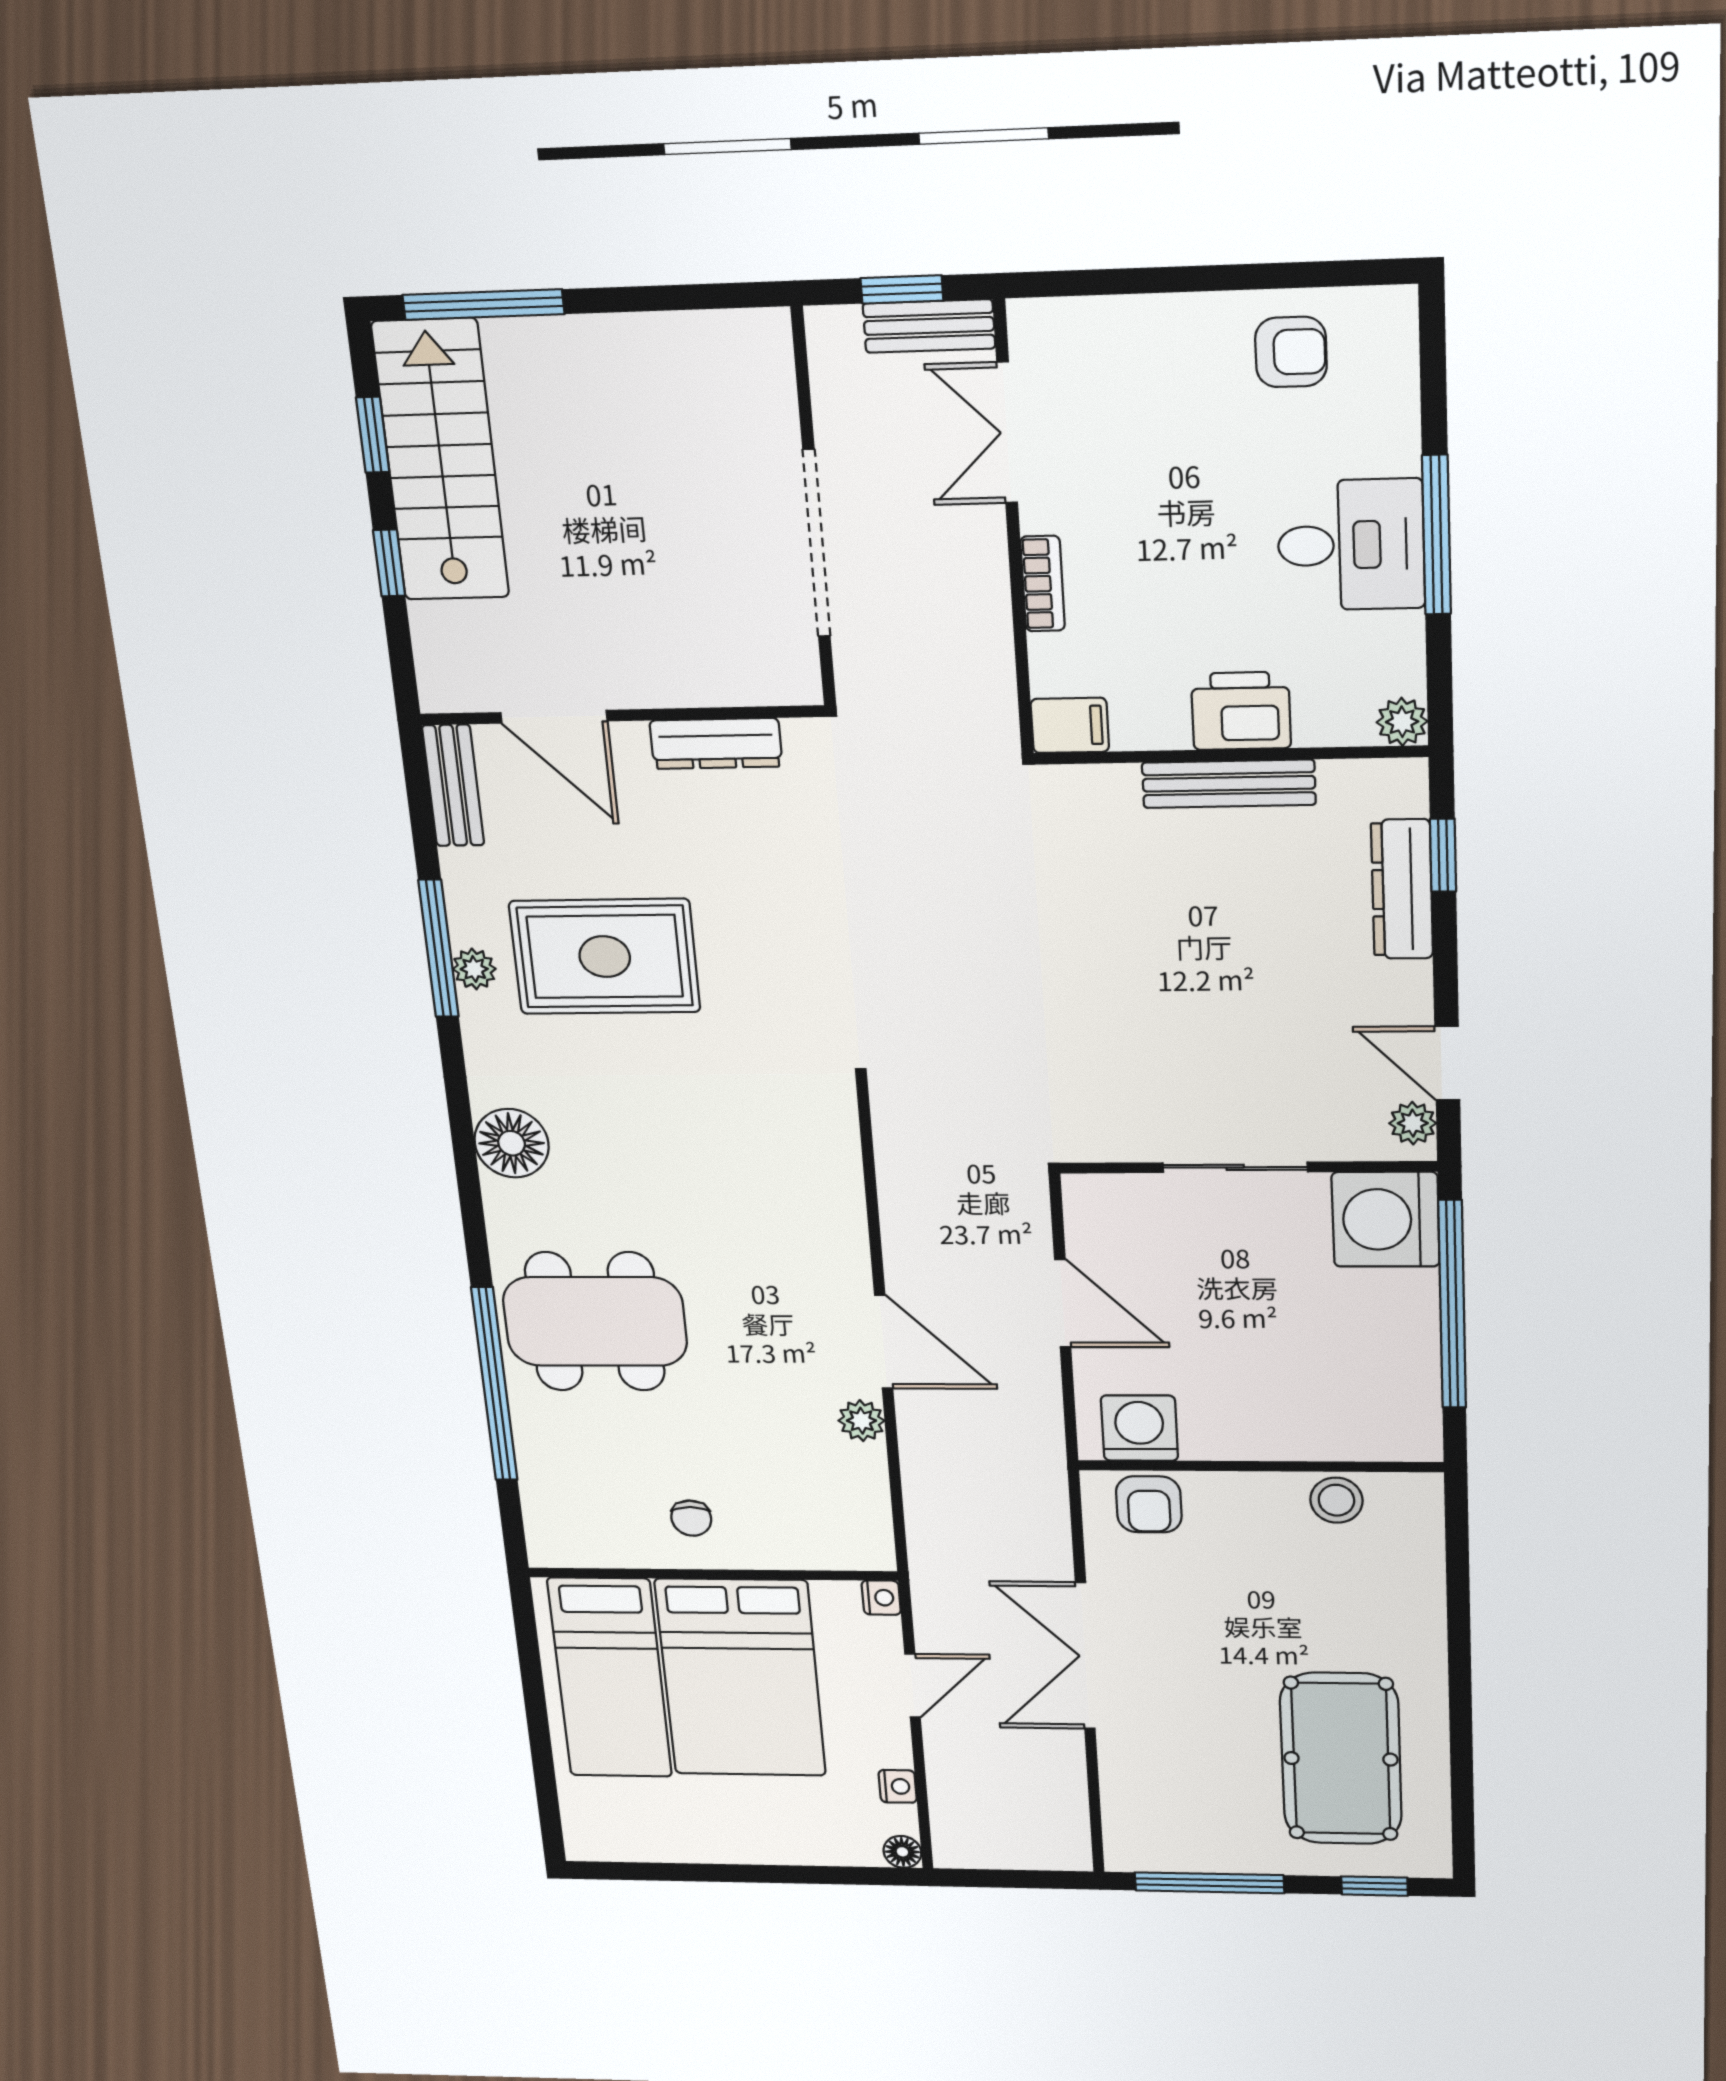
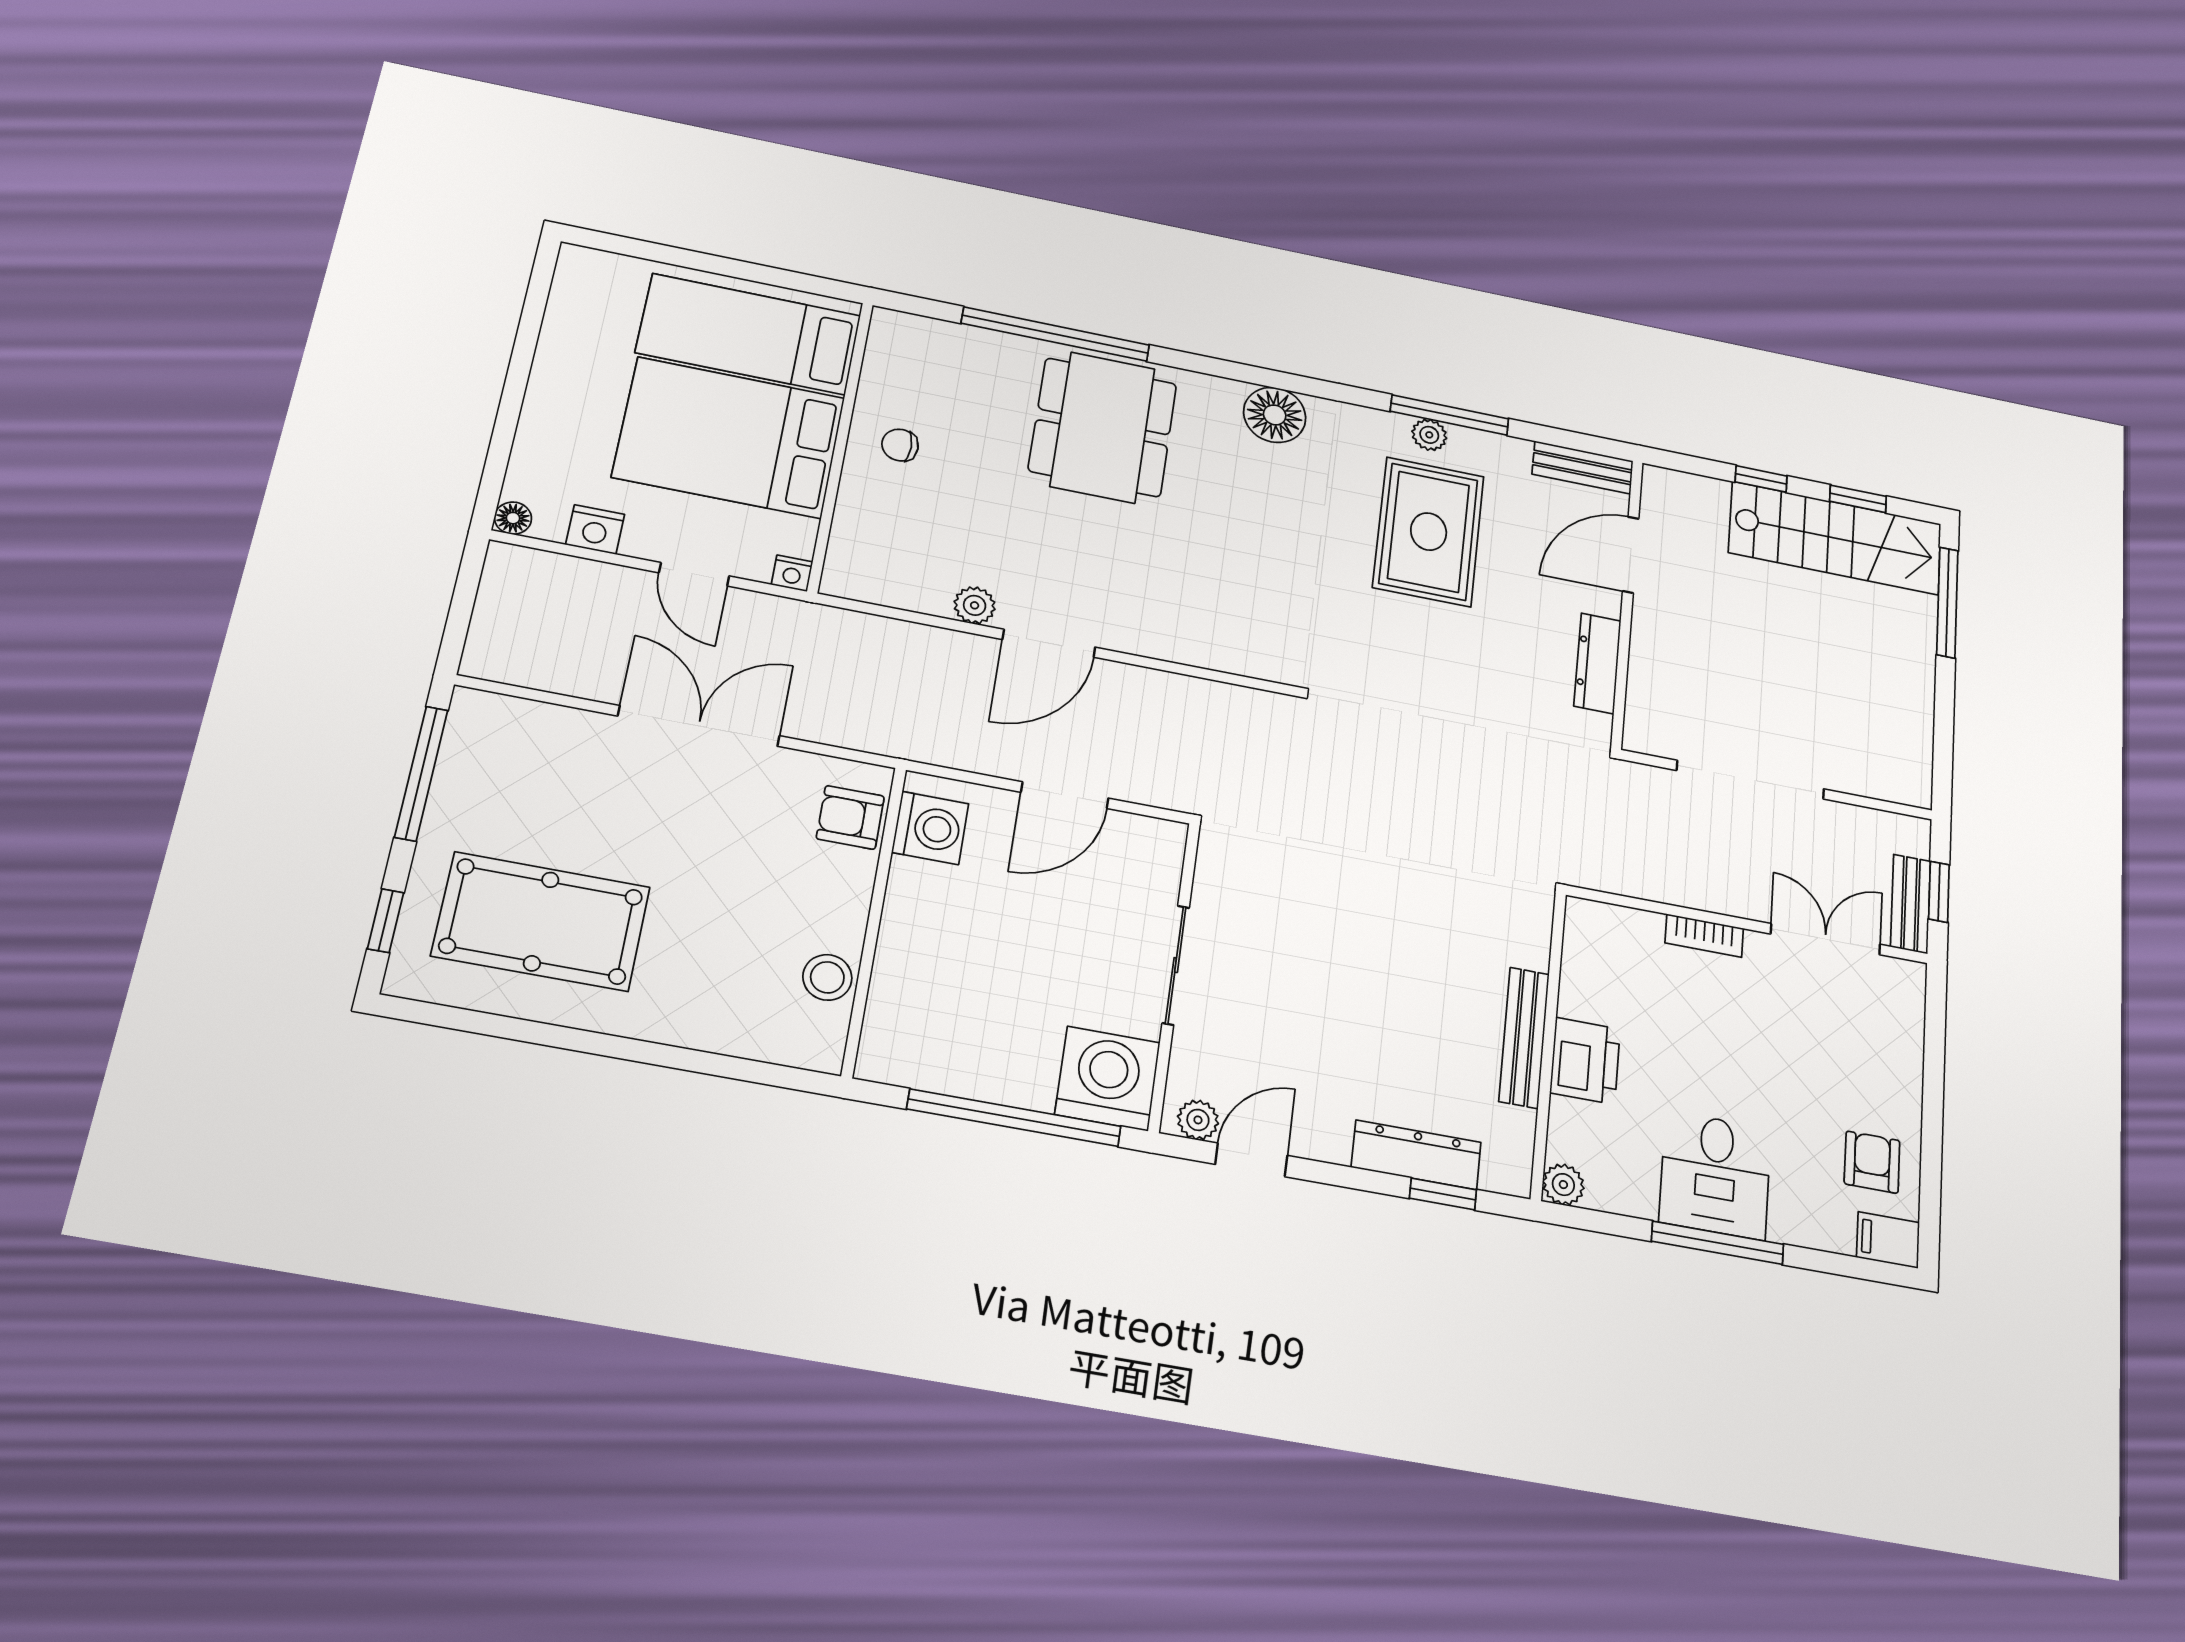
armchair: (1291, 352) -> (1872, 1162), turned 180
filing cabinet: (1070, 725) -> (1888, 1240), moved, turned 90
nightstand: (898, 1786) -> (595, 530), width x1.39, depth x1.35

